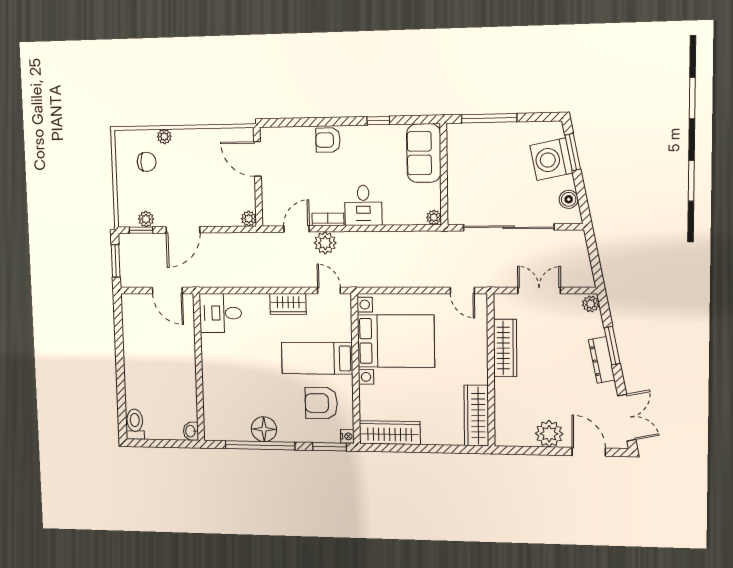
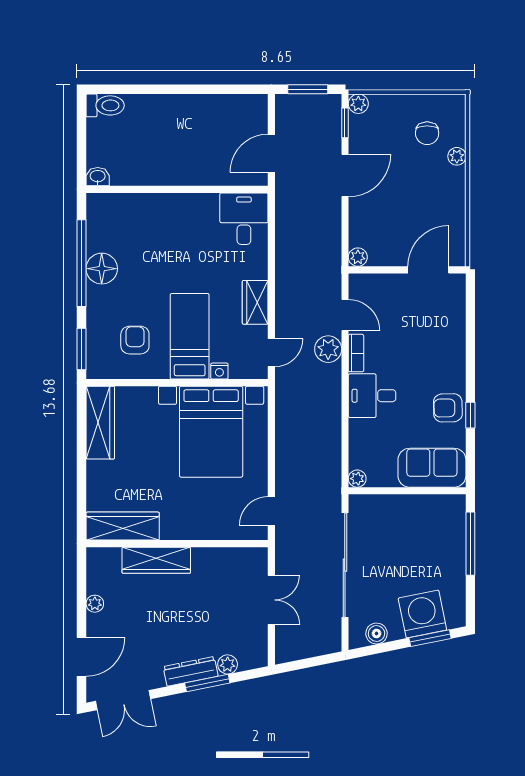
armchair: (328, 140) -> (448, 408), moved, turned -91
plant: (146, 219) -> (358, 104), moved
door: (183, 230) -> (345, 176), swing flipped
plant: (591, 304) -> (228, 664), moved
wardrobe: (505, 348) -> (156, 560), moved
armchair: (321, 403) -> (135, 340), width x0.72, depth x0.72
plant: (549, 434) -> (95, 604), width x0.53, depth x0.53
nightstand: (347, 436) -> (219, 371), moved

